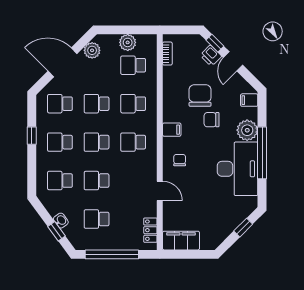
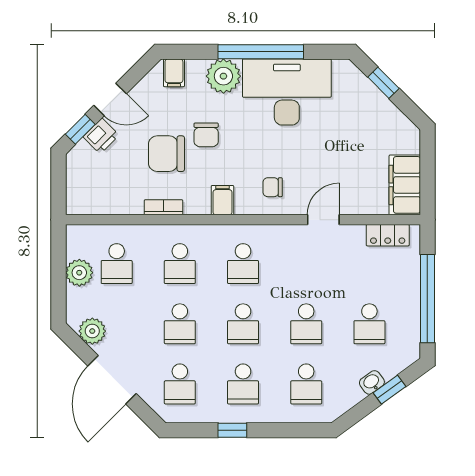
bookcase: (167, 54) -> (164, 207), moved

